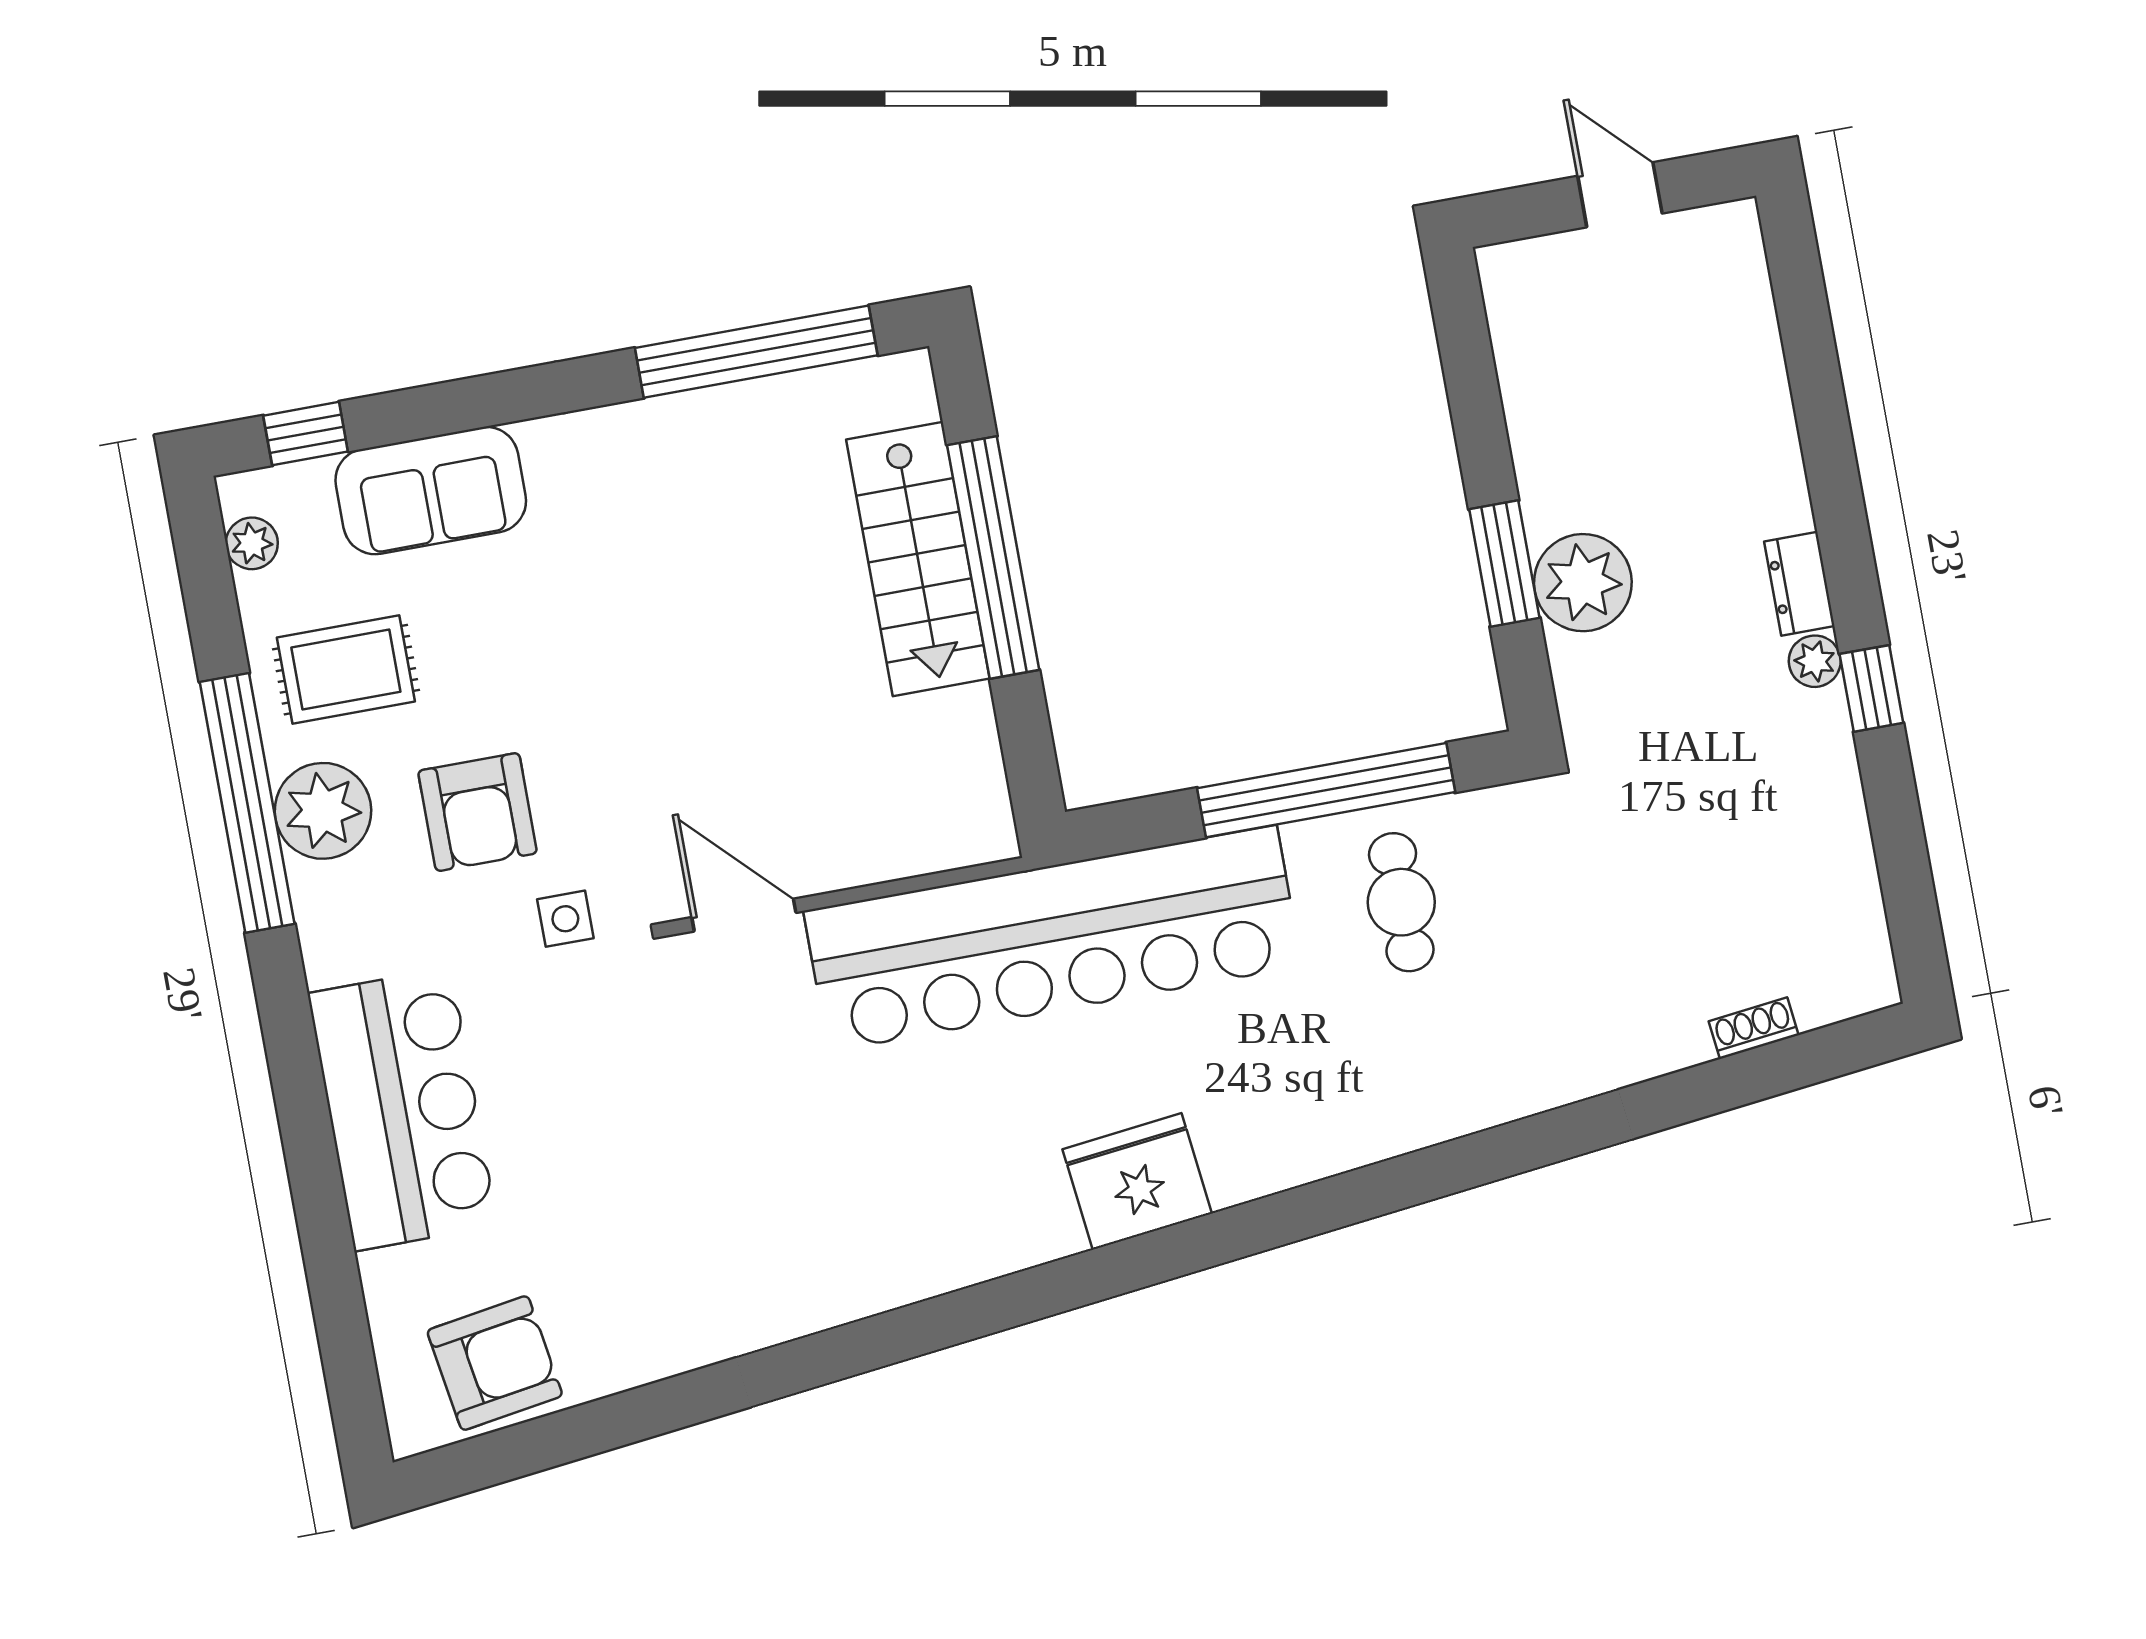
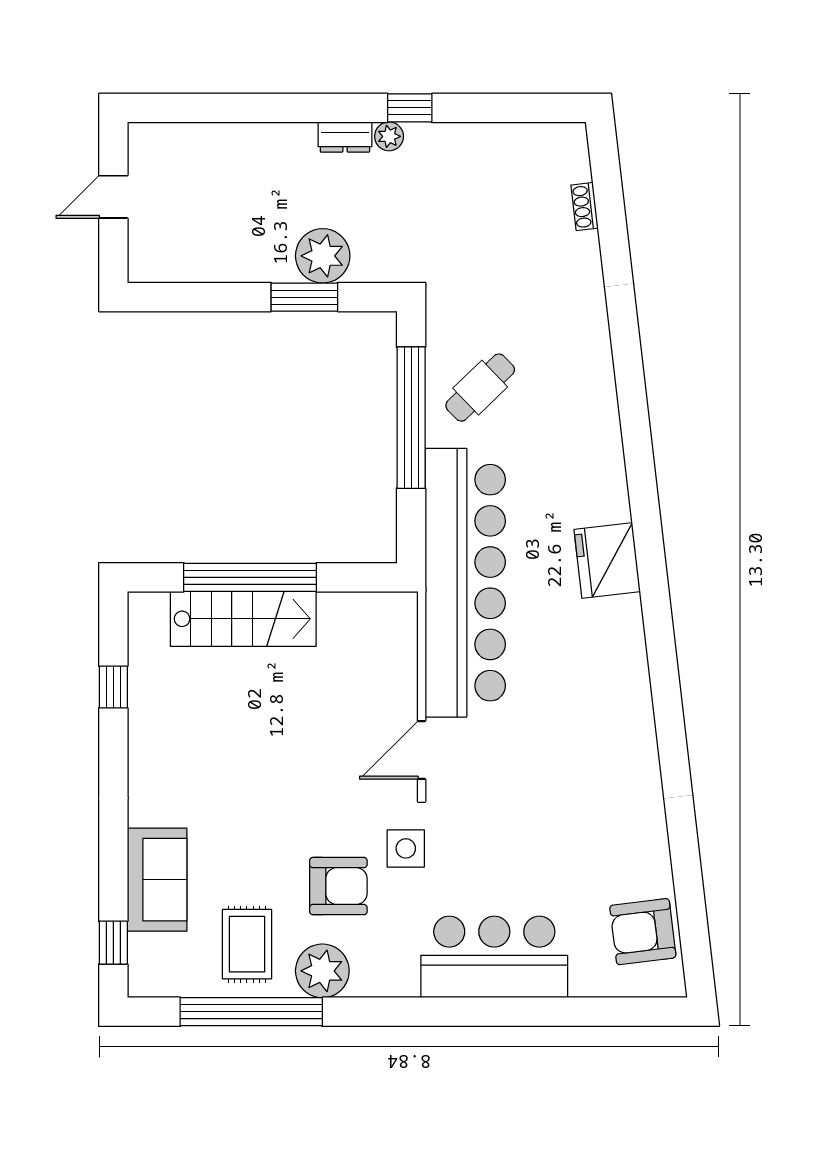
window: (756, 352) -> (113, 687), width x0.32
plant: (252, 543) -> (168, 983), removed
window: (247, 803) -> (251, 1012), moved
cafe table: (1401, 902) -> (480, 388), turned -44
side table: (565, 919) -> (406, 848), width x1.37, depth x1.37
armchair: (495, 1363) -> (643, 932), turned -88

